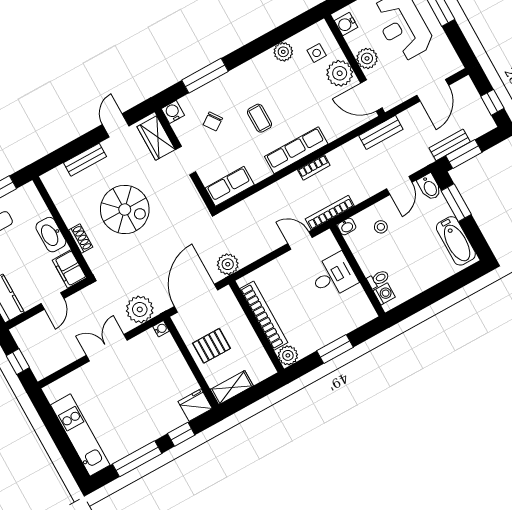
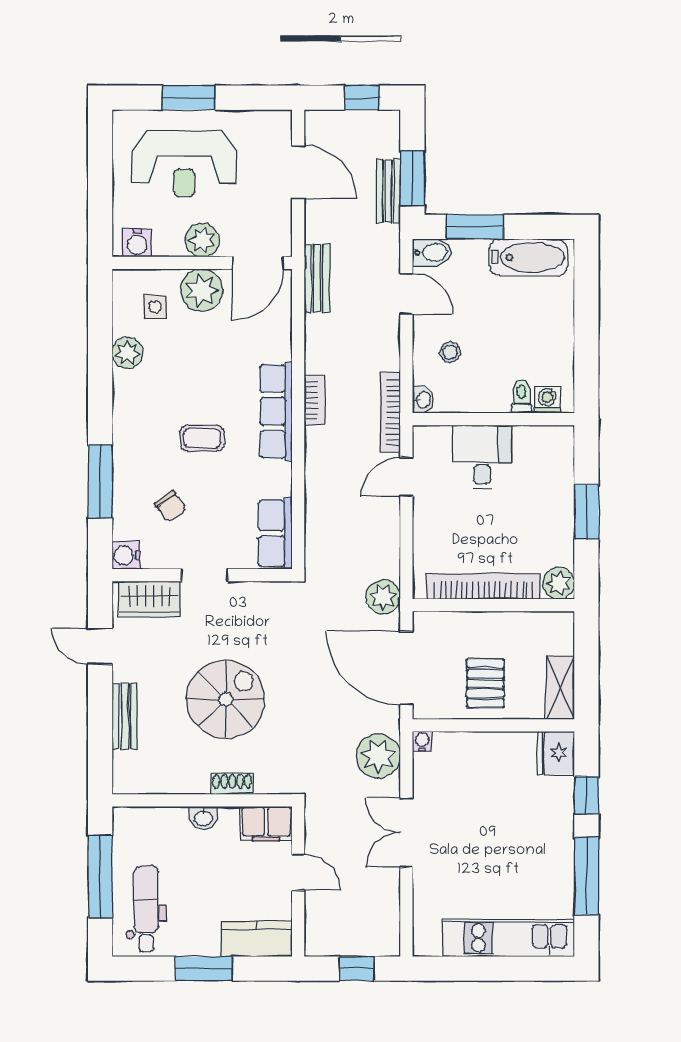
washbasin: (51, 235) -> (203, 818), width x0.52, depth x0.69

